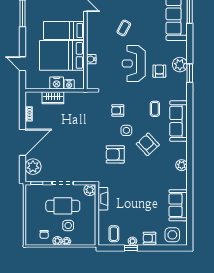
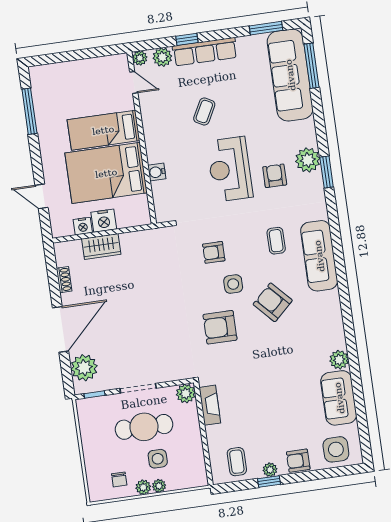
nightstand: (69, 84) -> (83, 226), moved
plant: (182, 165) -> (339, 360), moved

